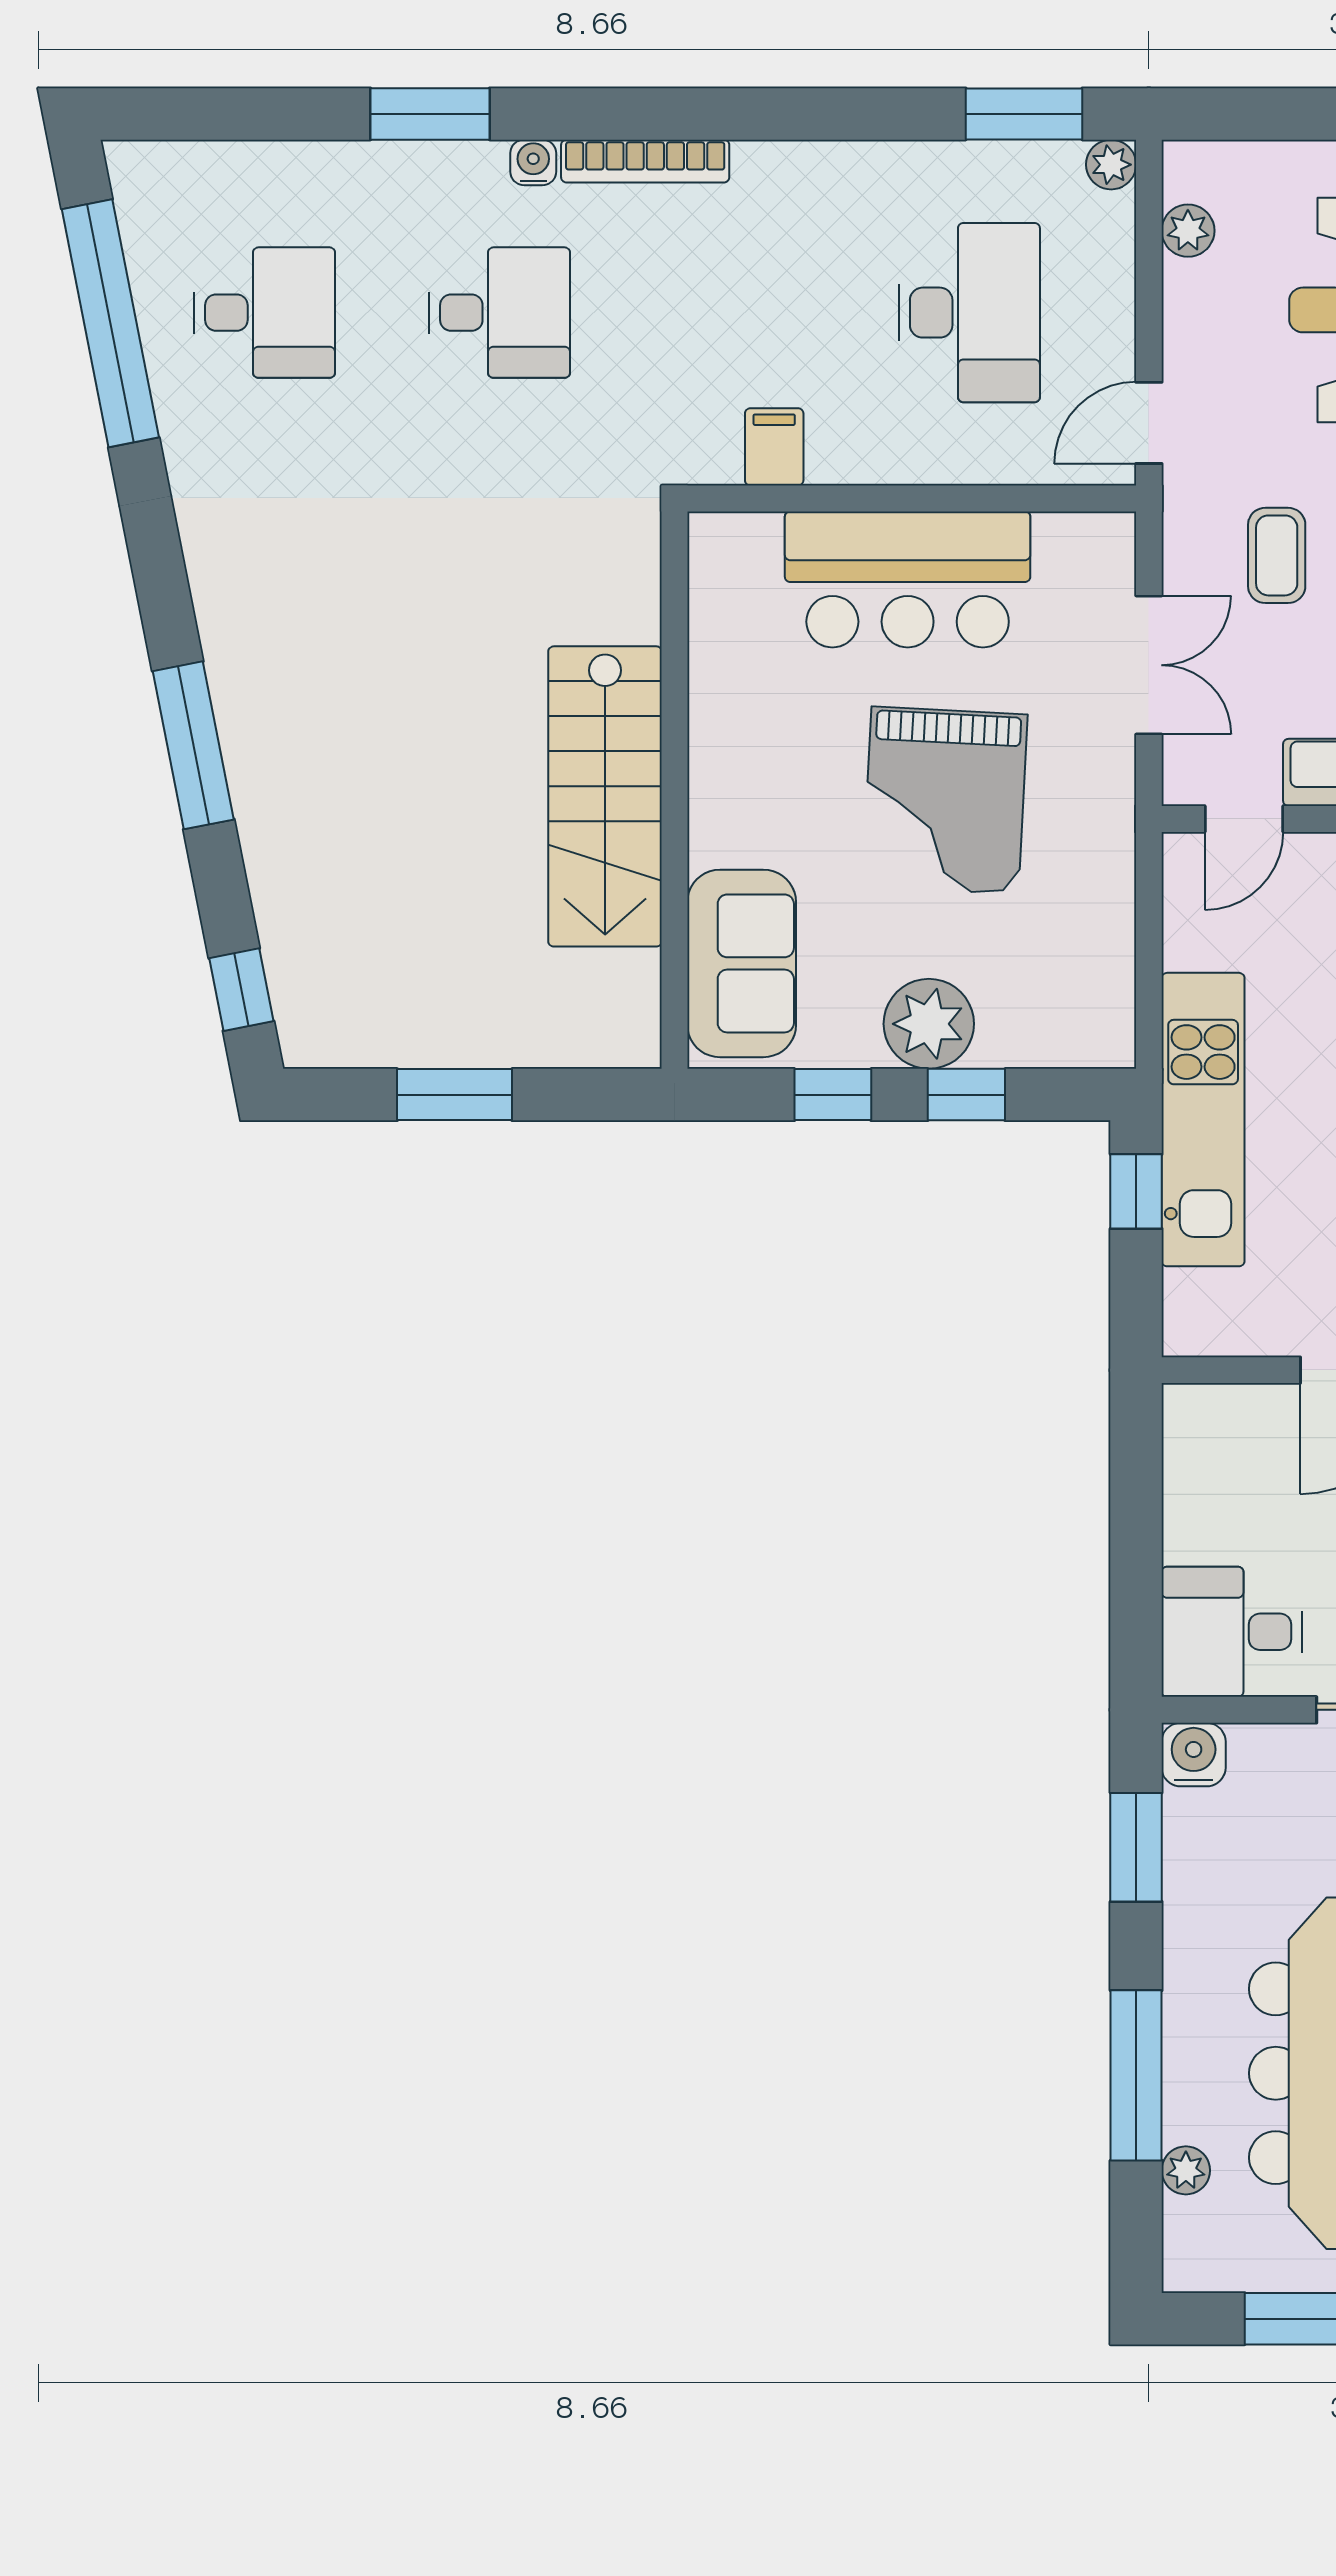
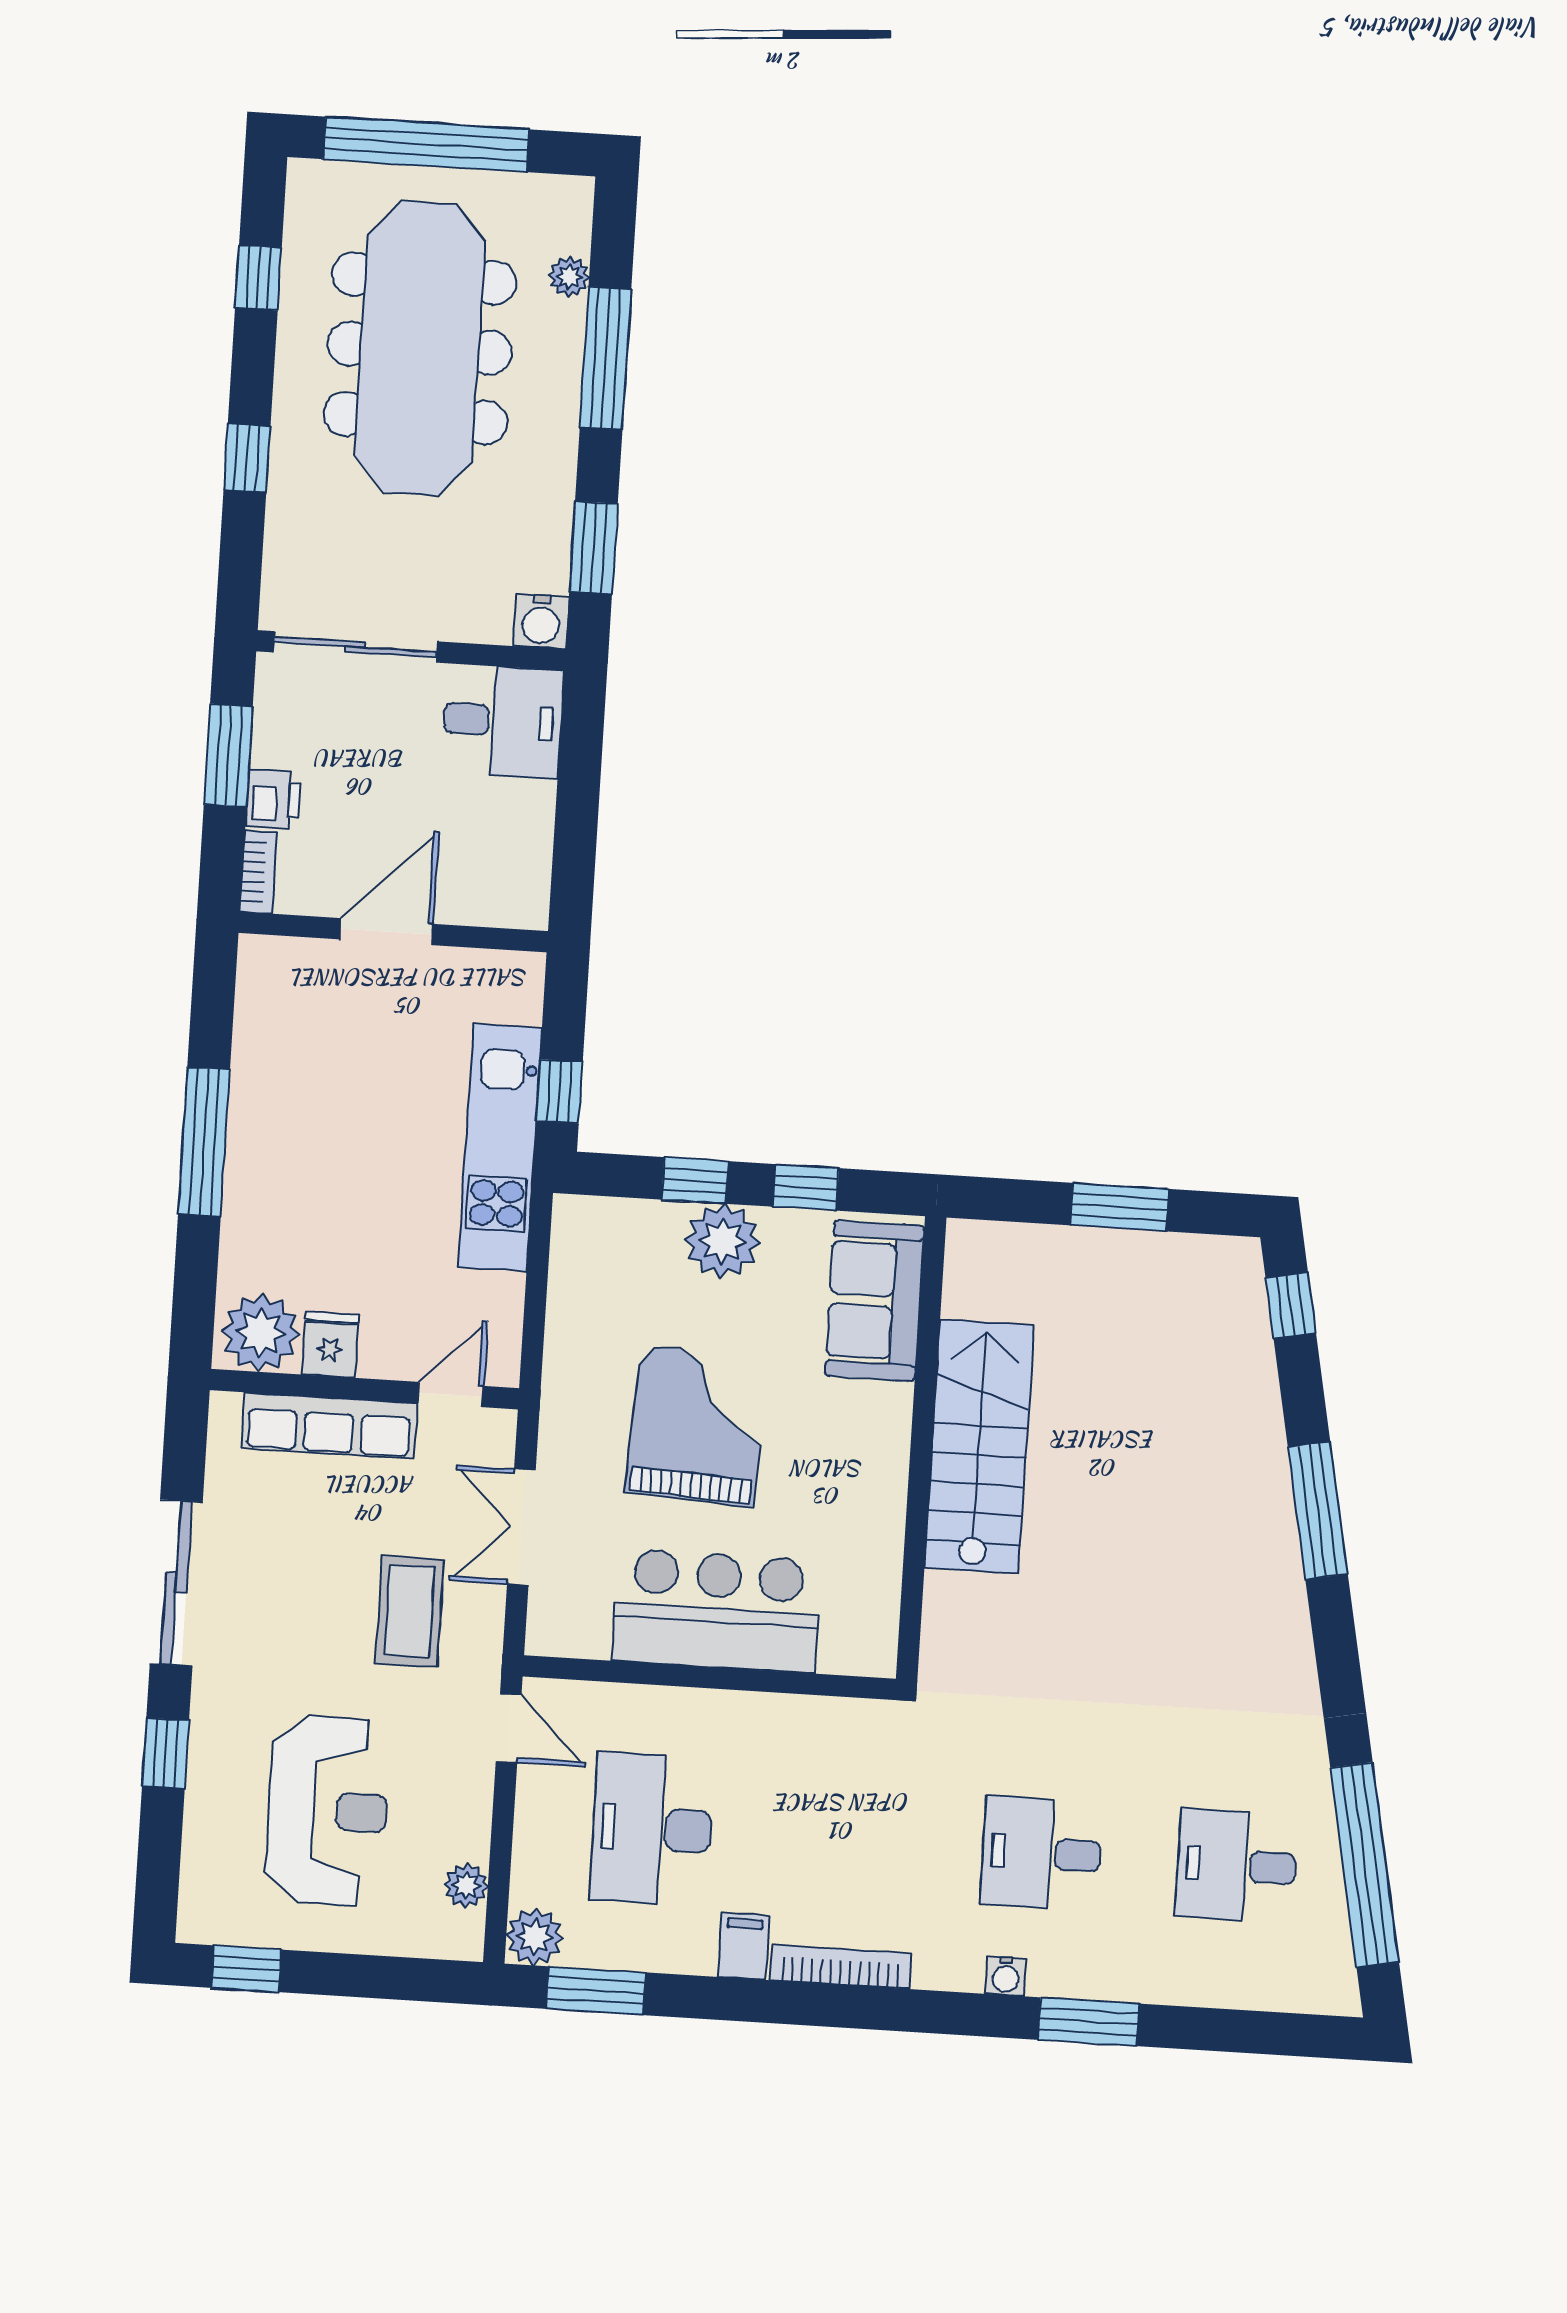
bookcase: (645, 161) -> (841, 1967), moved
plant: (1111, 165) -> (535, 1937), width x1.38, depth x1.38
door: (1149, 423) -> (509, 1728), hinge flipped
filing cabinet: (774, 447) -> (743, 1946), moved, turned 180
coffee table: (1277, 555) -> (410, 1611), width x1.36, depth x1.30

